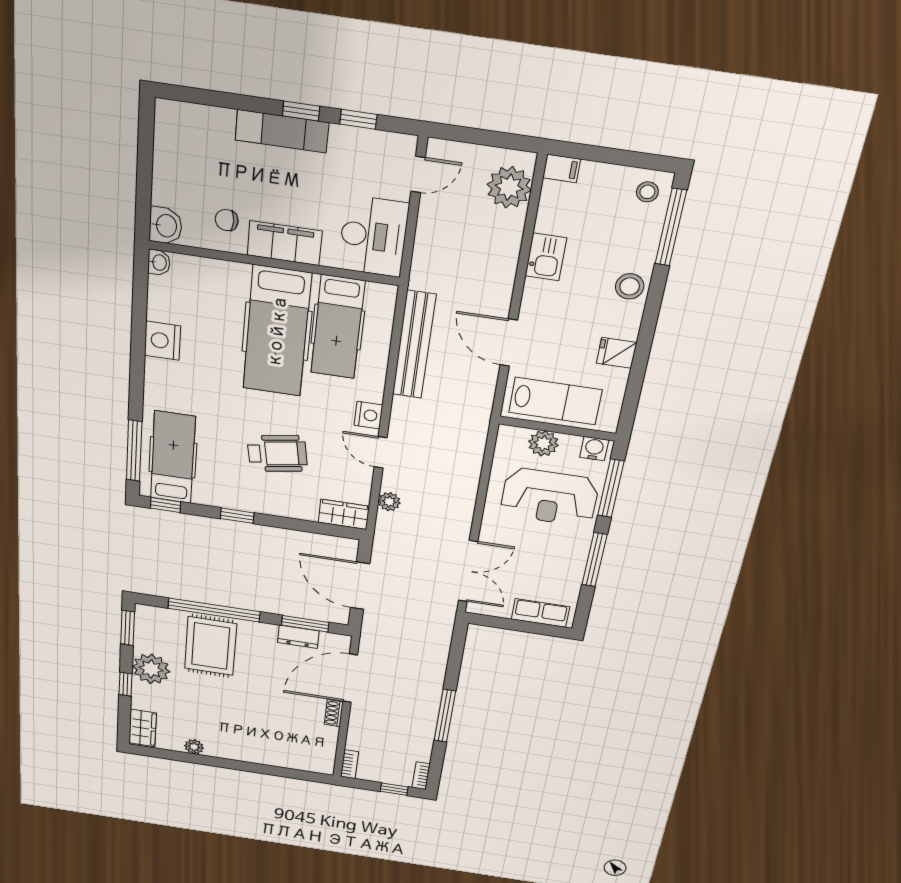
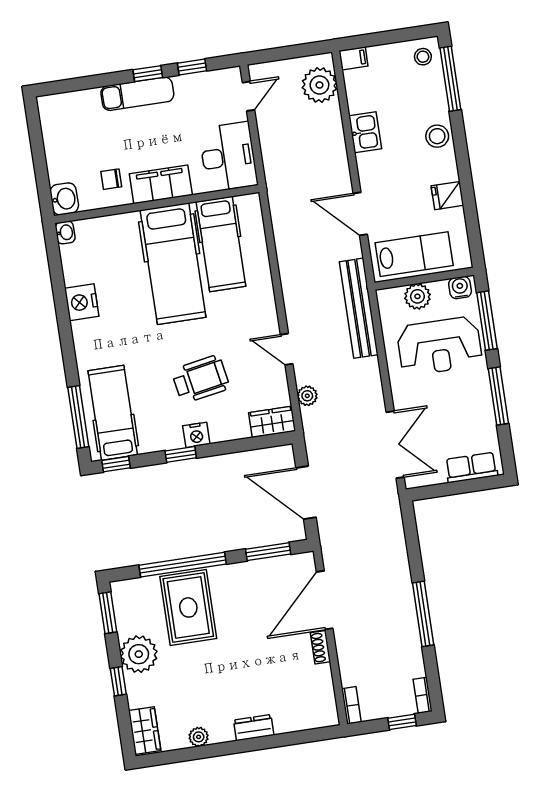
bench: (414, 345) -> (359, 308), moved
nightstand: (368, 415) -> (196, 435), moved, turned 90
dresser: (298, 637) -> (254, 728), moved, turned 180

